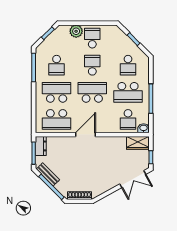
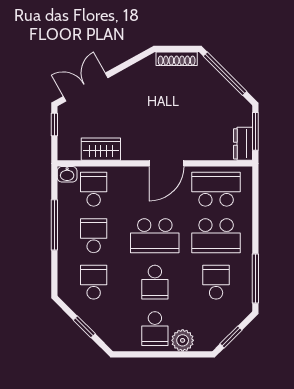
school desk: (128, 92) -> (94, 236), width x0.54
wardrobe: (138, 143) -> (101, 149), moved
bench: (48, 174) -> (231, 95), removed

